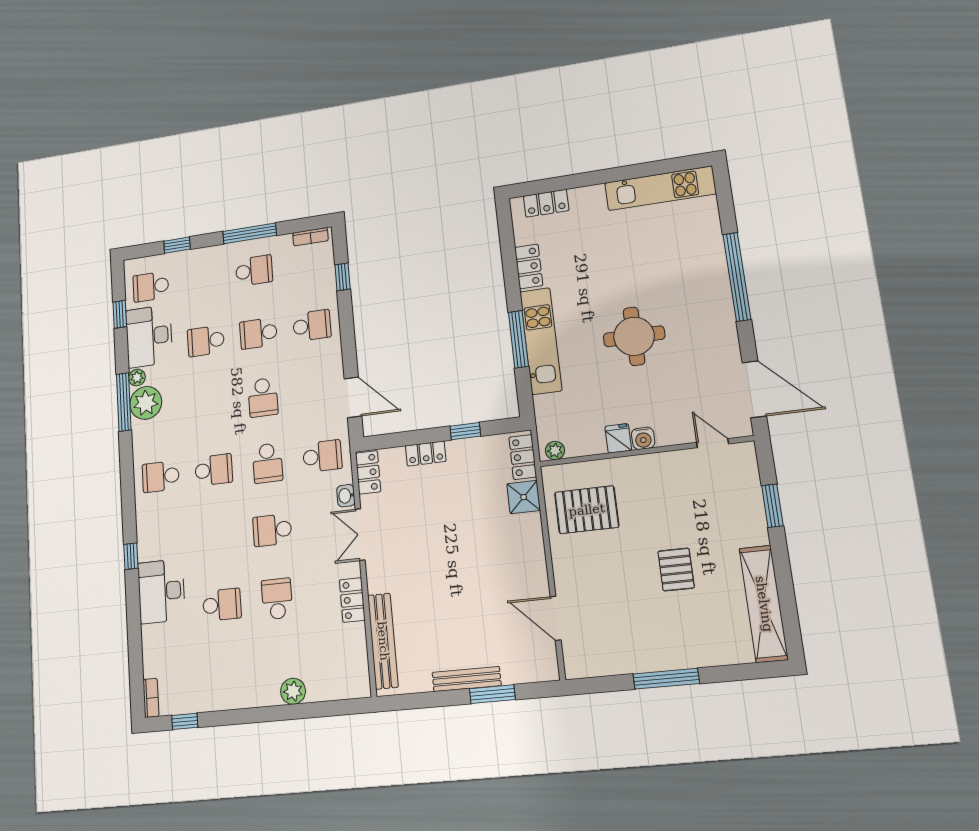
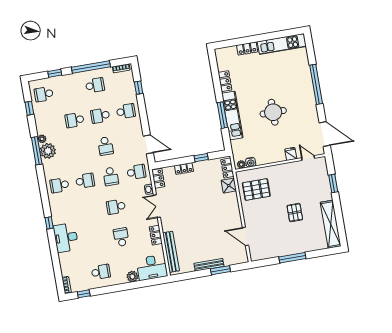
locker: (546, 203) -> (247, 49), moved
window: (250, 233) -> (91, 67), width x1.46
desk: (149, 336) -> (152, 267), moved, turned -90
fridge: (618, 438) -> (291, 154), moved
water cooler: (643, 438) -> (251, 162), moved
school desk: (222, 605) -> (101, 272), moved

